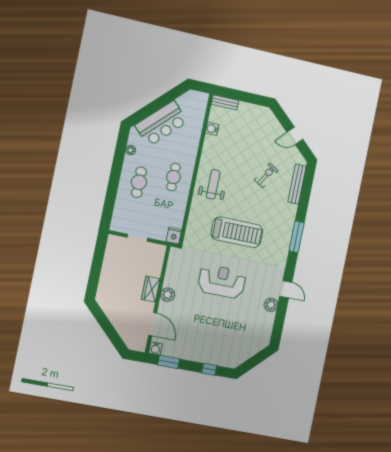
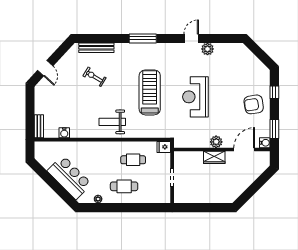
door: (295, 136) -> (45, 68), moved
cafe table: (173, 177) -> (133, 160), moved
armchair: (200, 344) -> (254, 104), added

